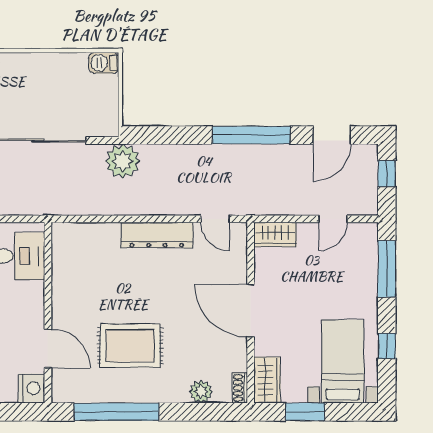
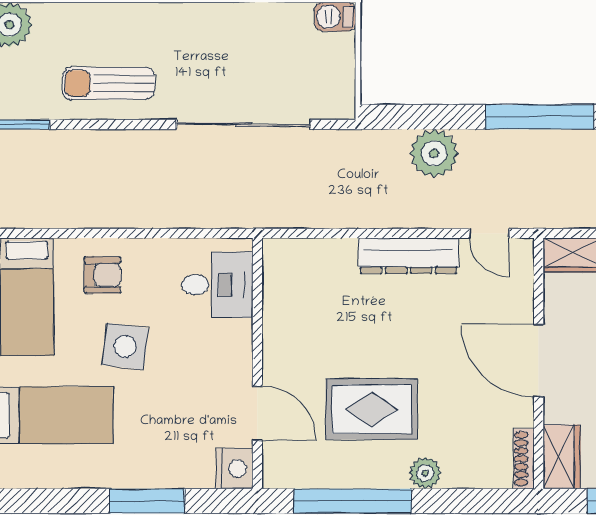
plant: (123, 161) -> (434, 153), moved
shoe rack: (240, 388) -> (524, 459), width x1.43
plant: (201, 392) -> (425, 473), moved

